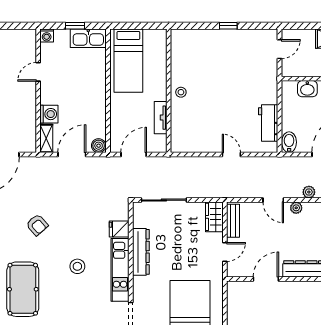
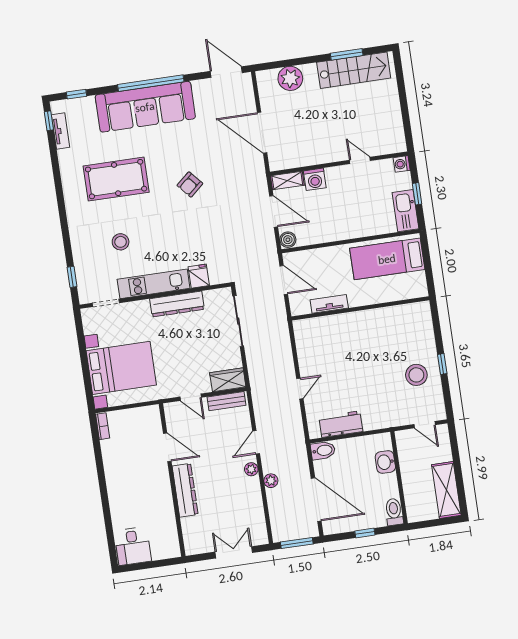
stool: (181, 92) -> (416, 375), moved, width x1.89, depth x1.89
stool: (77, 266) -> (121, 242), moved

